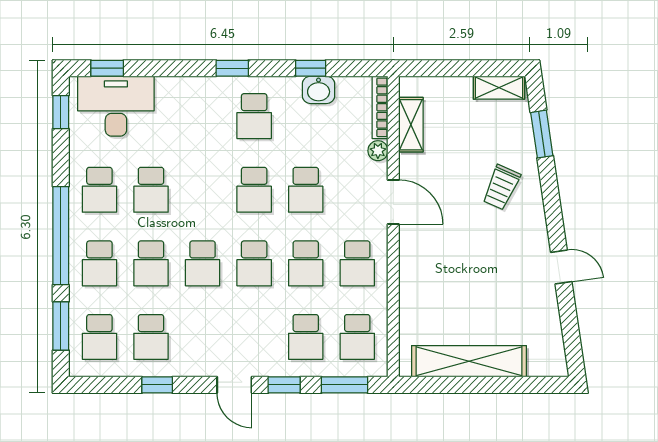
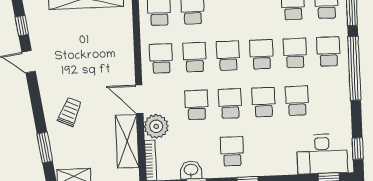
shelving: (411, 125) -> (127, 141), width x1.50, depth x1.33
plant: (378, 151) -> (156, 126), width x1.88, depth x1.88
school desk: (99, 190) -> (264, 102), moved
window: (569, 323) -> (22, 26), added

